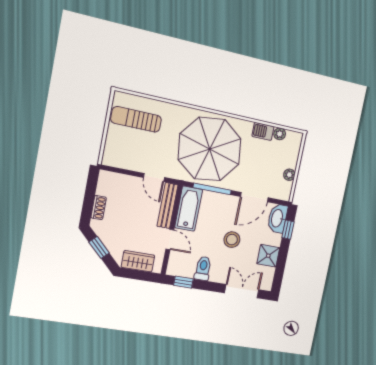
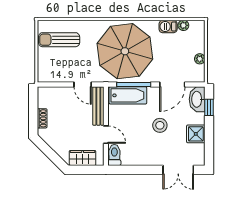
bathtub: (189, 209) -> (128, 95), moved, turned 90
window: (99, 248) -> (48, 152), removed
toilet: (203, 268) -> (114, 155), moved
window: (183, 282) -> (125, 170), removed
double door: (242, 291) -> (178, 170), swing flipped

